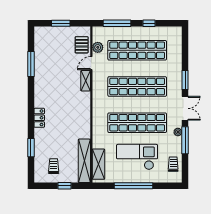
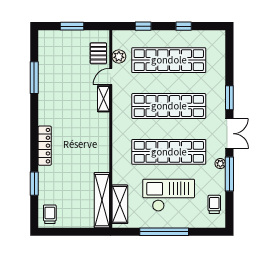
window: (117, 23) -> (143, 26), width x0.46
locker: (39, 118) -> (45, 146), width x1.53
trolley: (54, 166) -> (50, 214), moved
window: (64, 186) -> (77, 232), removed

